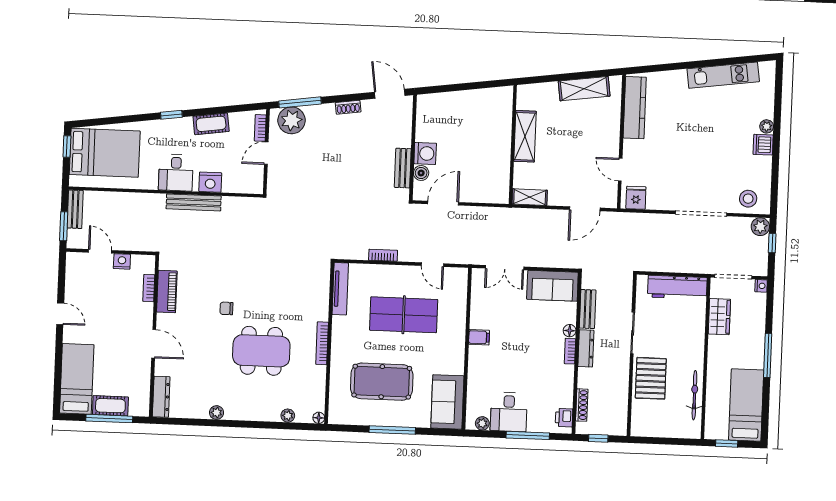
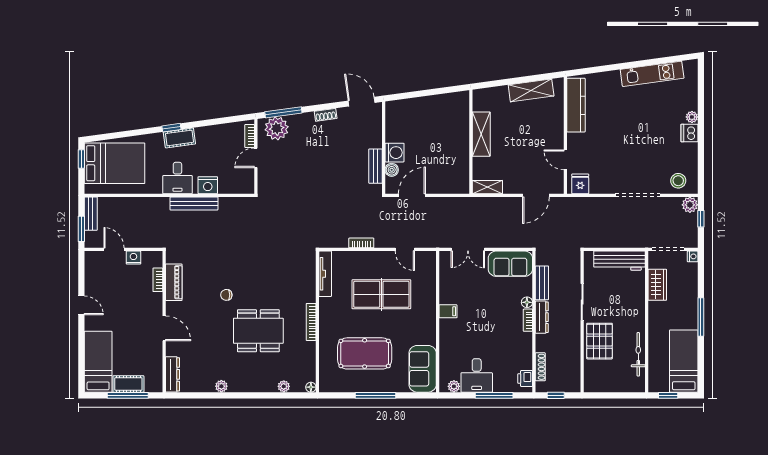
cot: (211, 124) -> (179, 138), moved

